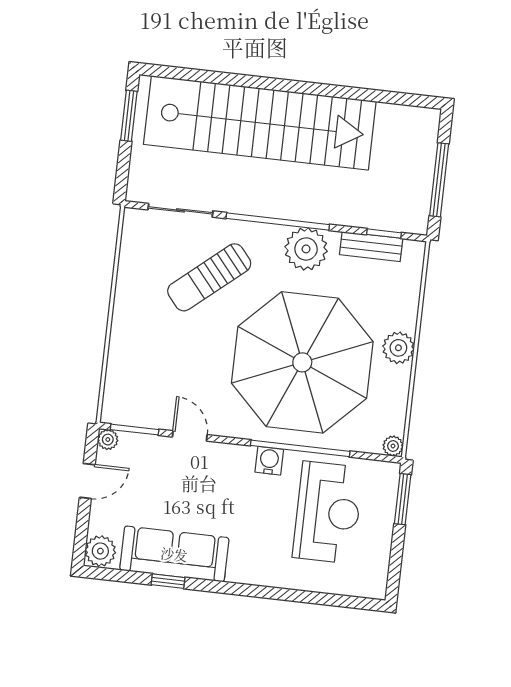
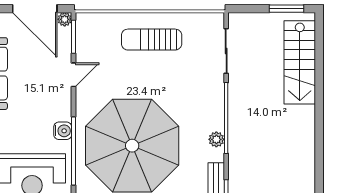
stairs: (260, 123) -> (300, 62), width x0.54, depth x0.66
plant: (306, 249) -> (216, 139), width x0.53, depth x0.53
sun lounger: (209, 277) -> (152, 40), moved, turned -50
door: (87, 481) -> (35, 9), width x1.88

